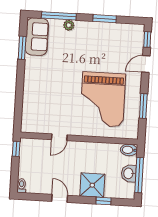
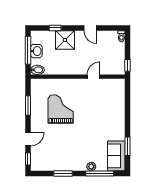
grand piano: (103, 99) -> (61, 109), width x0.73, depth x0.68

